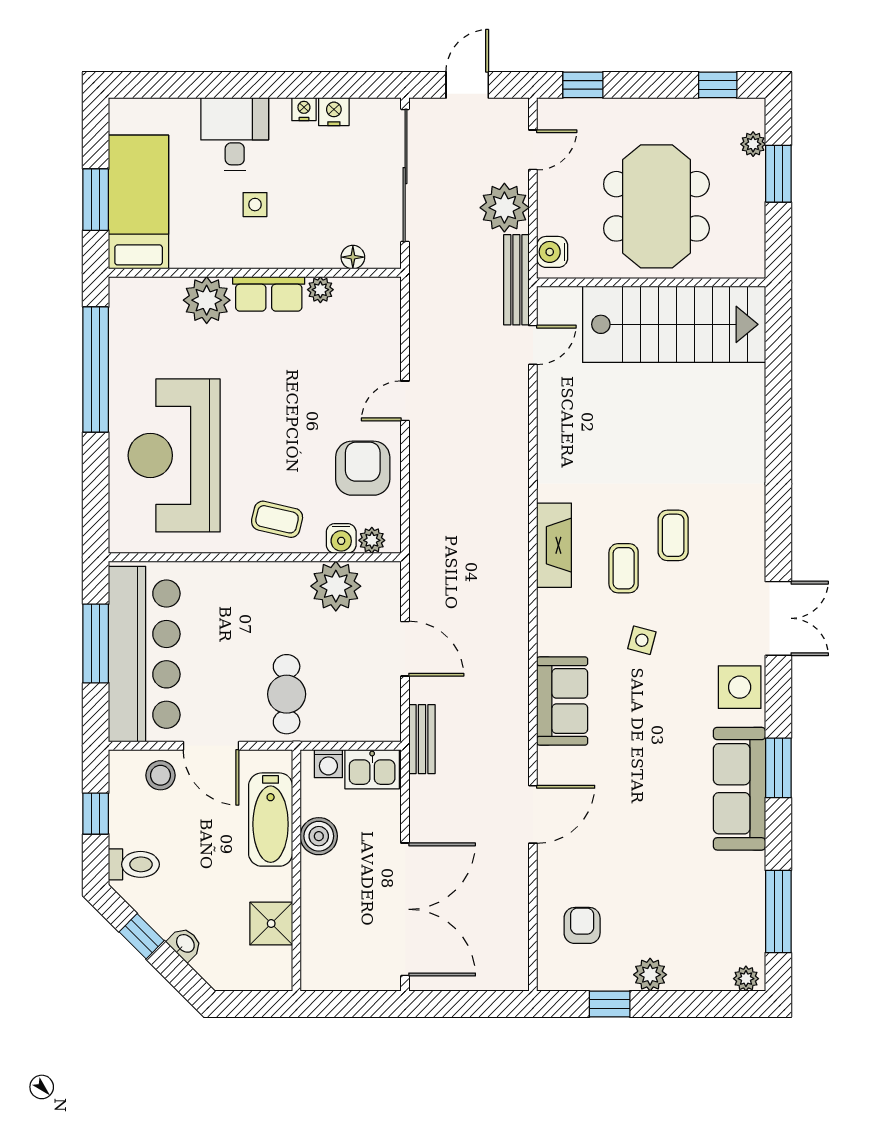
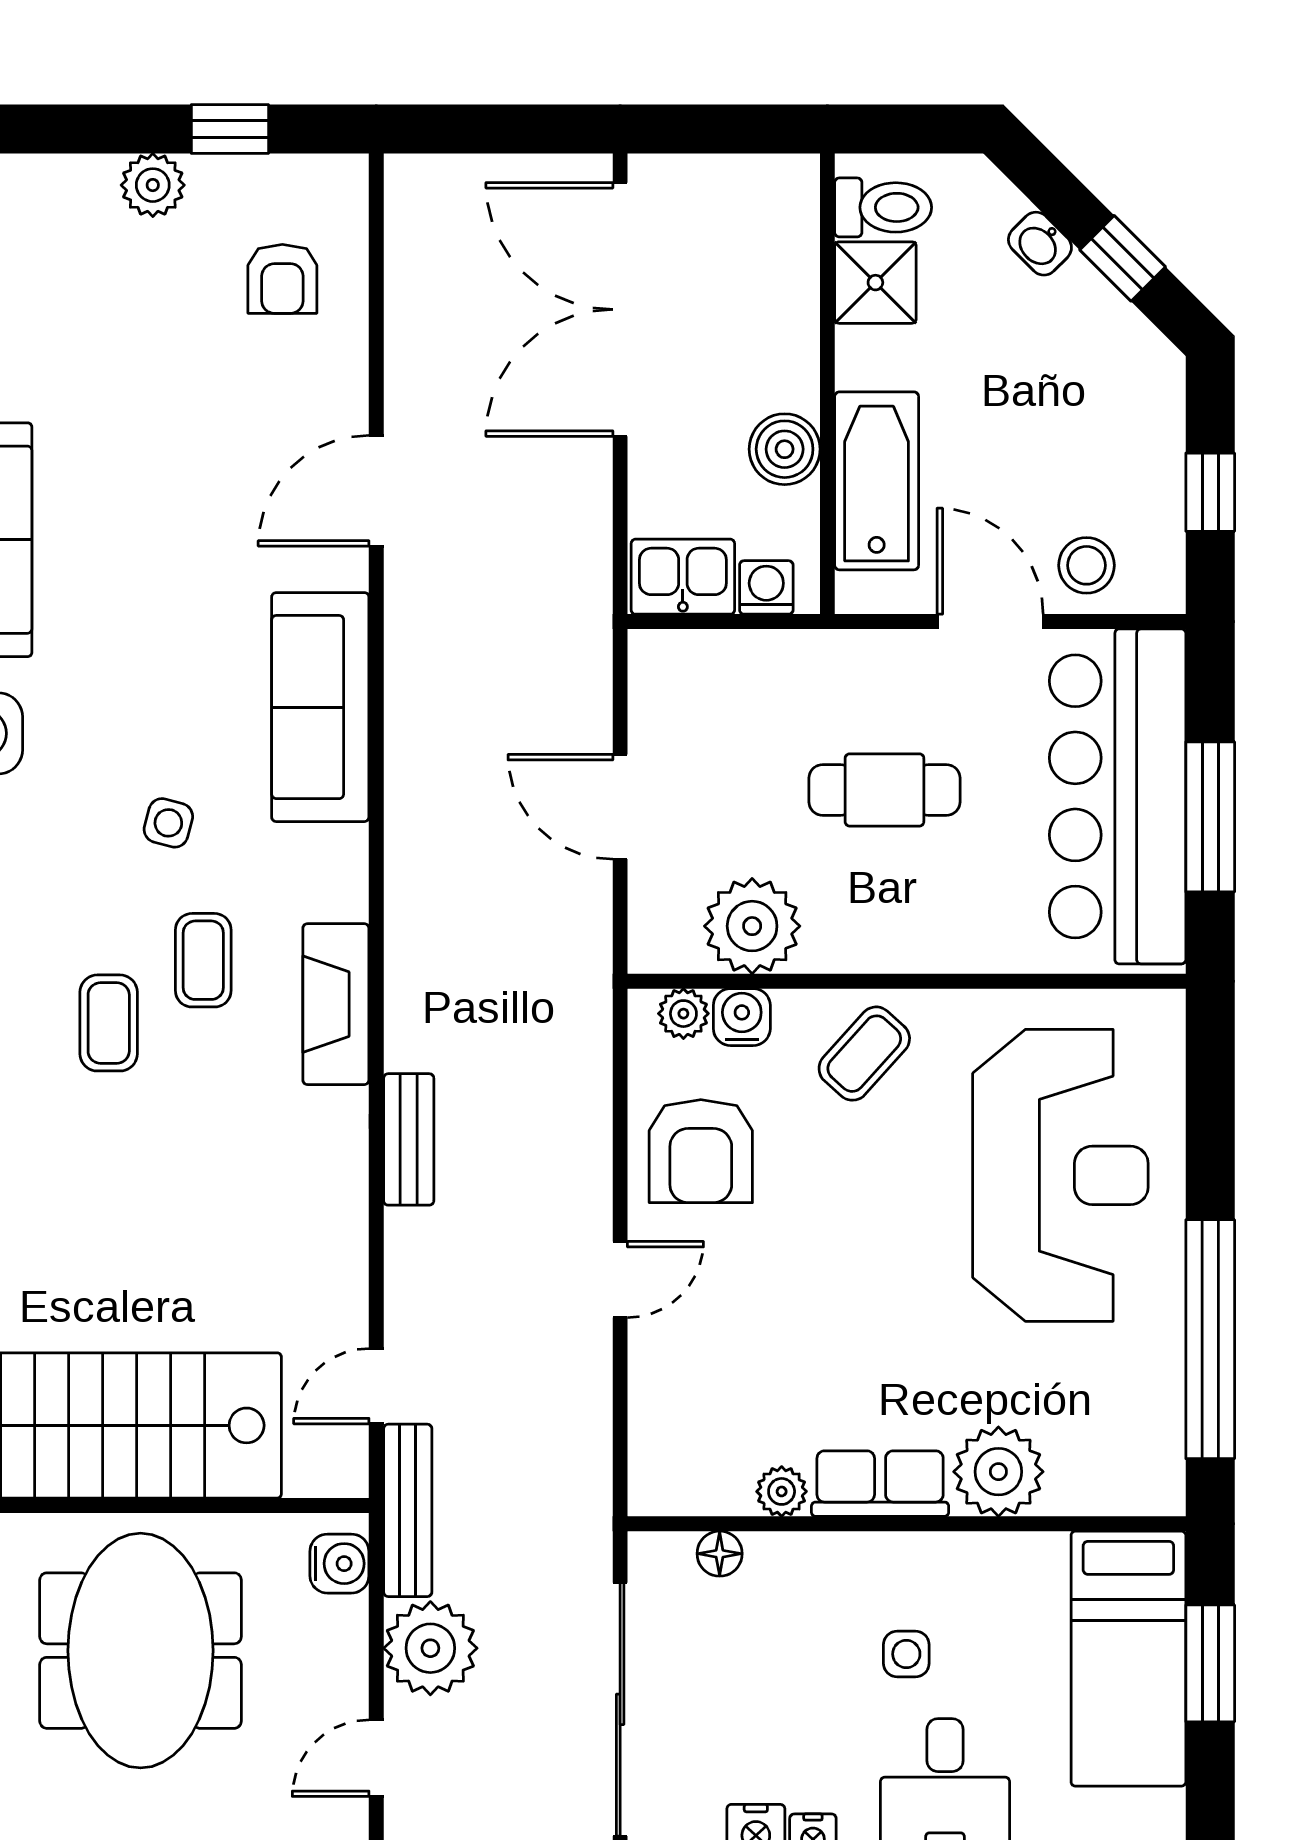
coffee table: (277, 519) -> (864, 1054), turned -61
cafe table: (287, 694) -> (884, 790), moved, turned 90
sofa: (562, 701) -> (320, 707), width x1.36
bench: (422, 739) -> (409, 1139), moved
toilet: (134, 864) -> (883, 207), moved, turned 180

